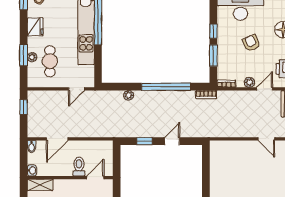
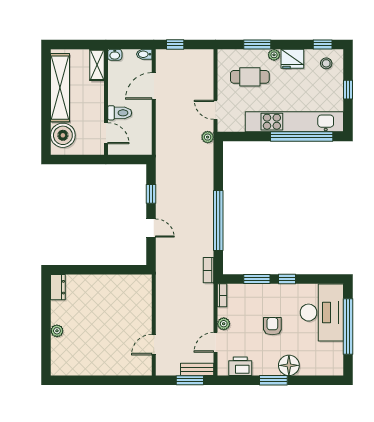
armchair: (251, 43) -> (272, 326), turned -65
plant: (32, 57) -> (274, 55), moved
door: (265, 89) -> (215, 342), swing flipped
plant: (129, 95) -> (208, 137), moved
window: (24, 107) -> (175, 44), moved
door: (57, 139) -> (154, 86), hinge flipped

